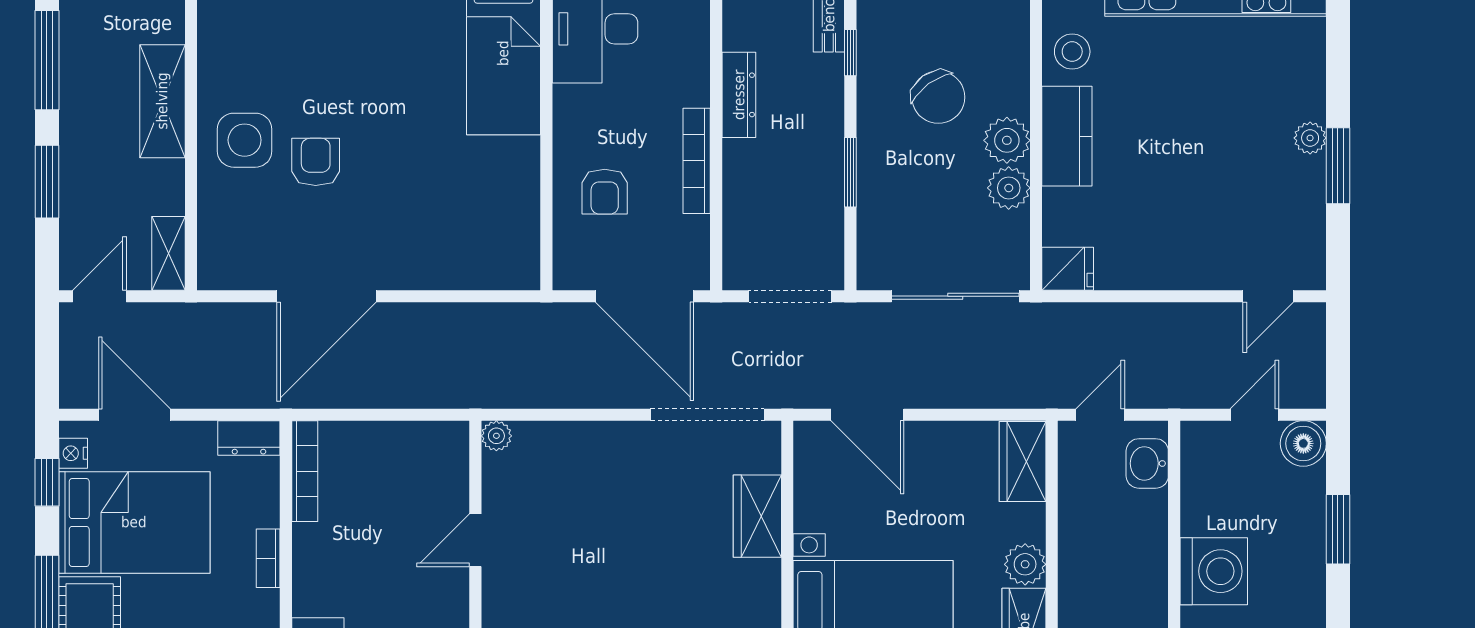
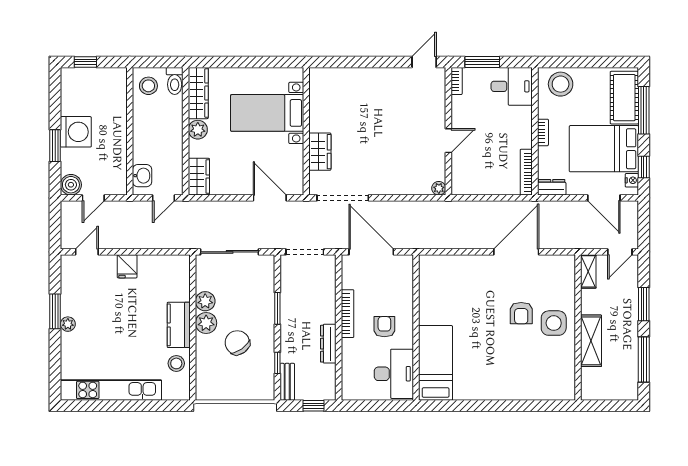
armchair: (605, 192) -> (384, 327), moved
fridge: (1068, 269) -> (127, 266), moved, turned -90
washing machine: (1214, 571) -> (76, 132), moved, turned 180

